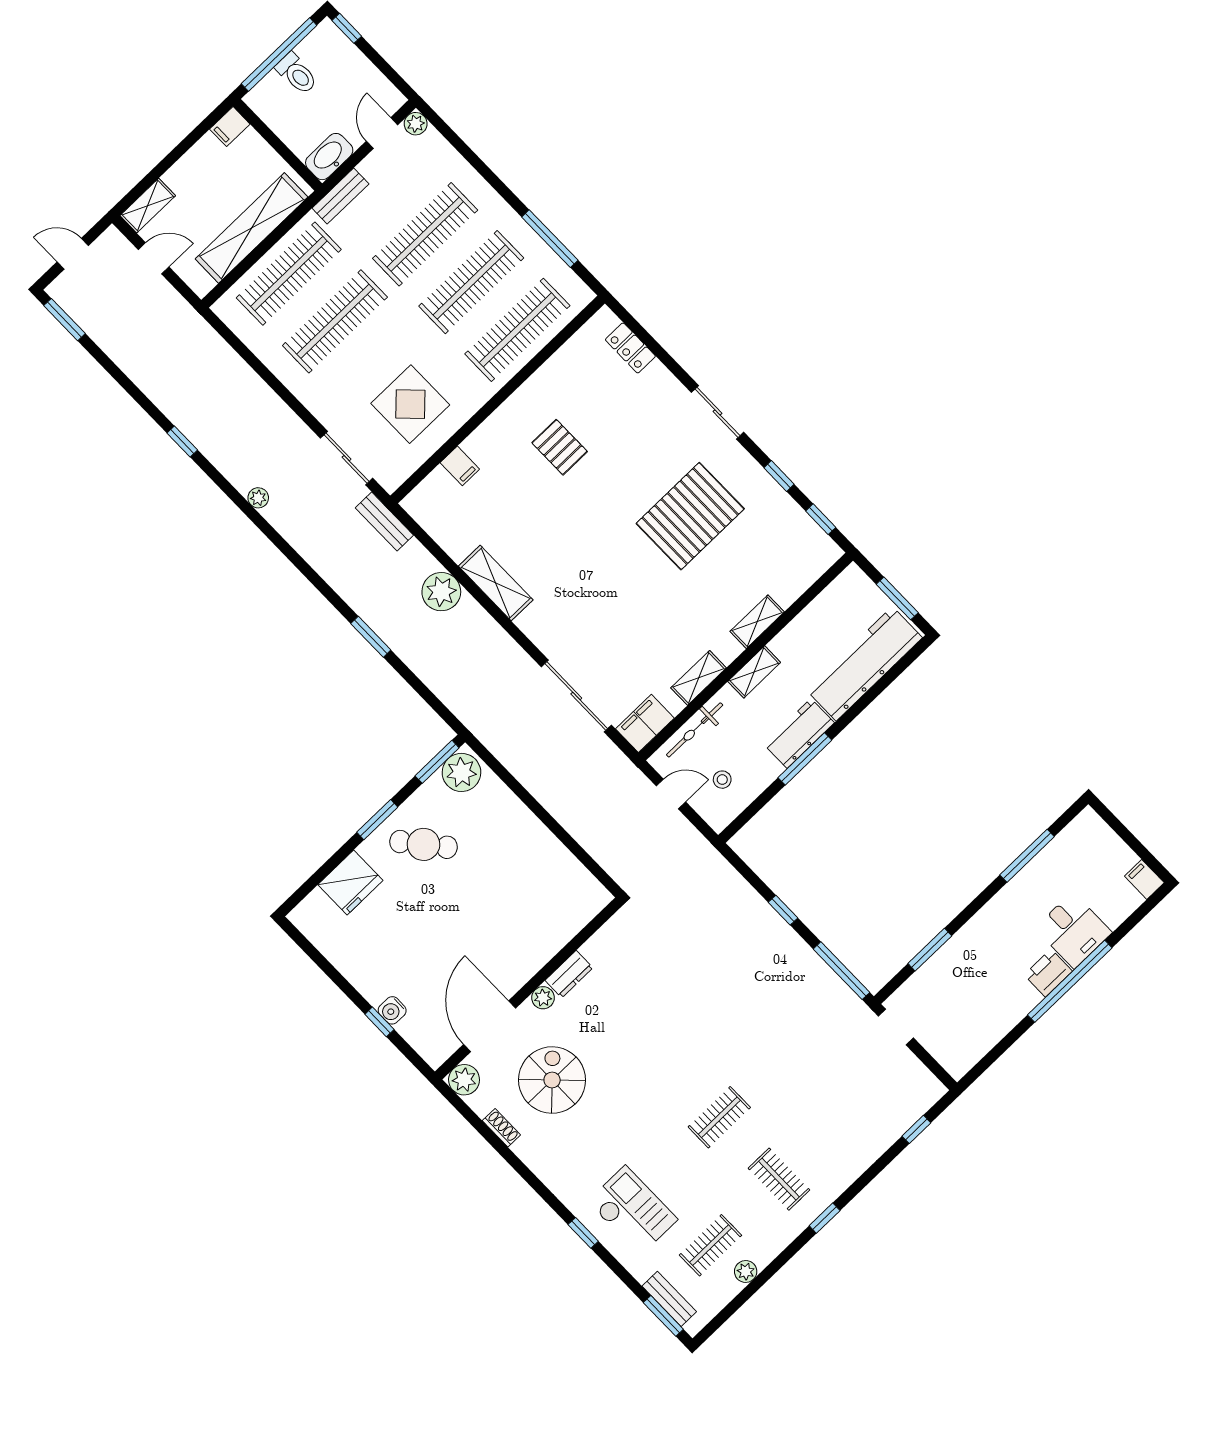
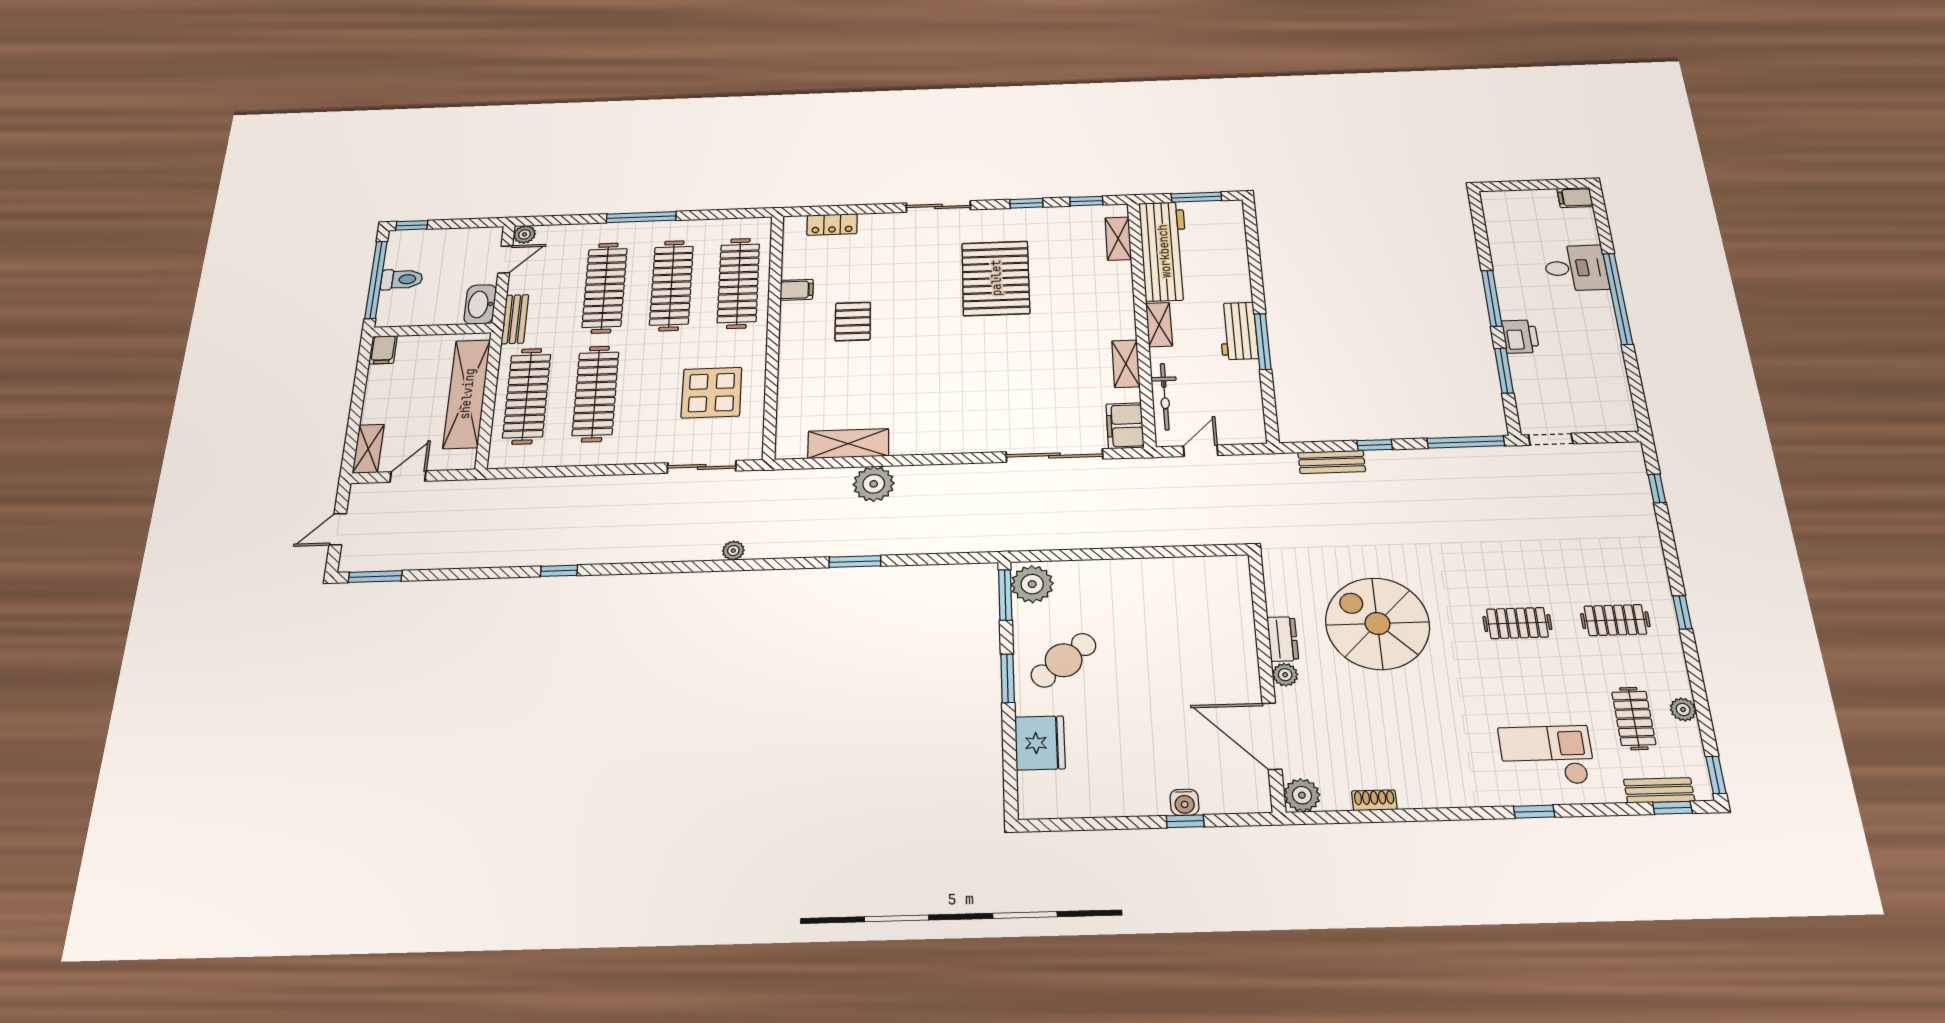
door: (382, 133) -> (505, 259), swing flipped
window: (550, 239) -> (641, 217), moved
pallet: (560, 447) -> (853, 322), turned 90
filing cabinet: (460, 466) -> (797, 290), moved
plant: (258, 498) -> (733, 551), moved
bench: (384, 522) -> (1332, 462), moved
shelving: (496, 583) -> (848, 444), moved
shelving: (757, 622) -> (1118, 239), moved
workbench: (864, 664) -> (1164, 251), moved, turned 180
stool: (722, 780) -> (1224, 408), removed
window: (1027, 856) -> (1492, 298), moved
printer: (1048, 973) -> (1520, 337), moved, turned 180
spiral stairs: (552, 1080) -> (1377, 623), moved, width x1.37, depth x1.37
clothes rail: (719, 1117) -> (1517, 623), turned 90
window: (663, 1316) -> (1672, 808), width x0.67
window: (713, 1326) -> (1716, 775), added

